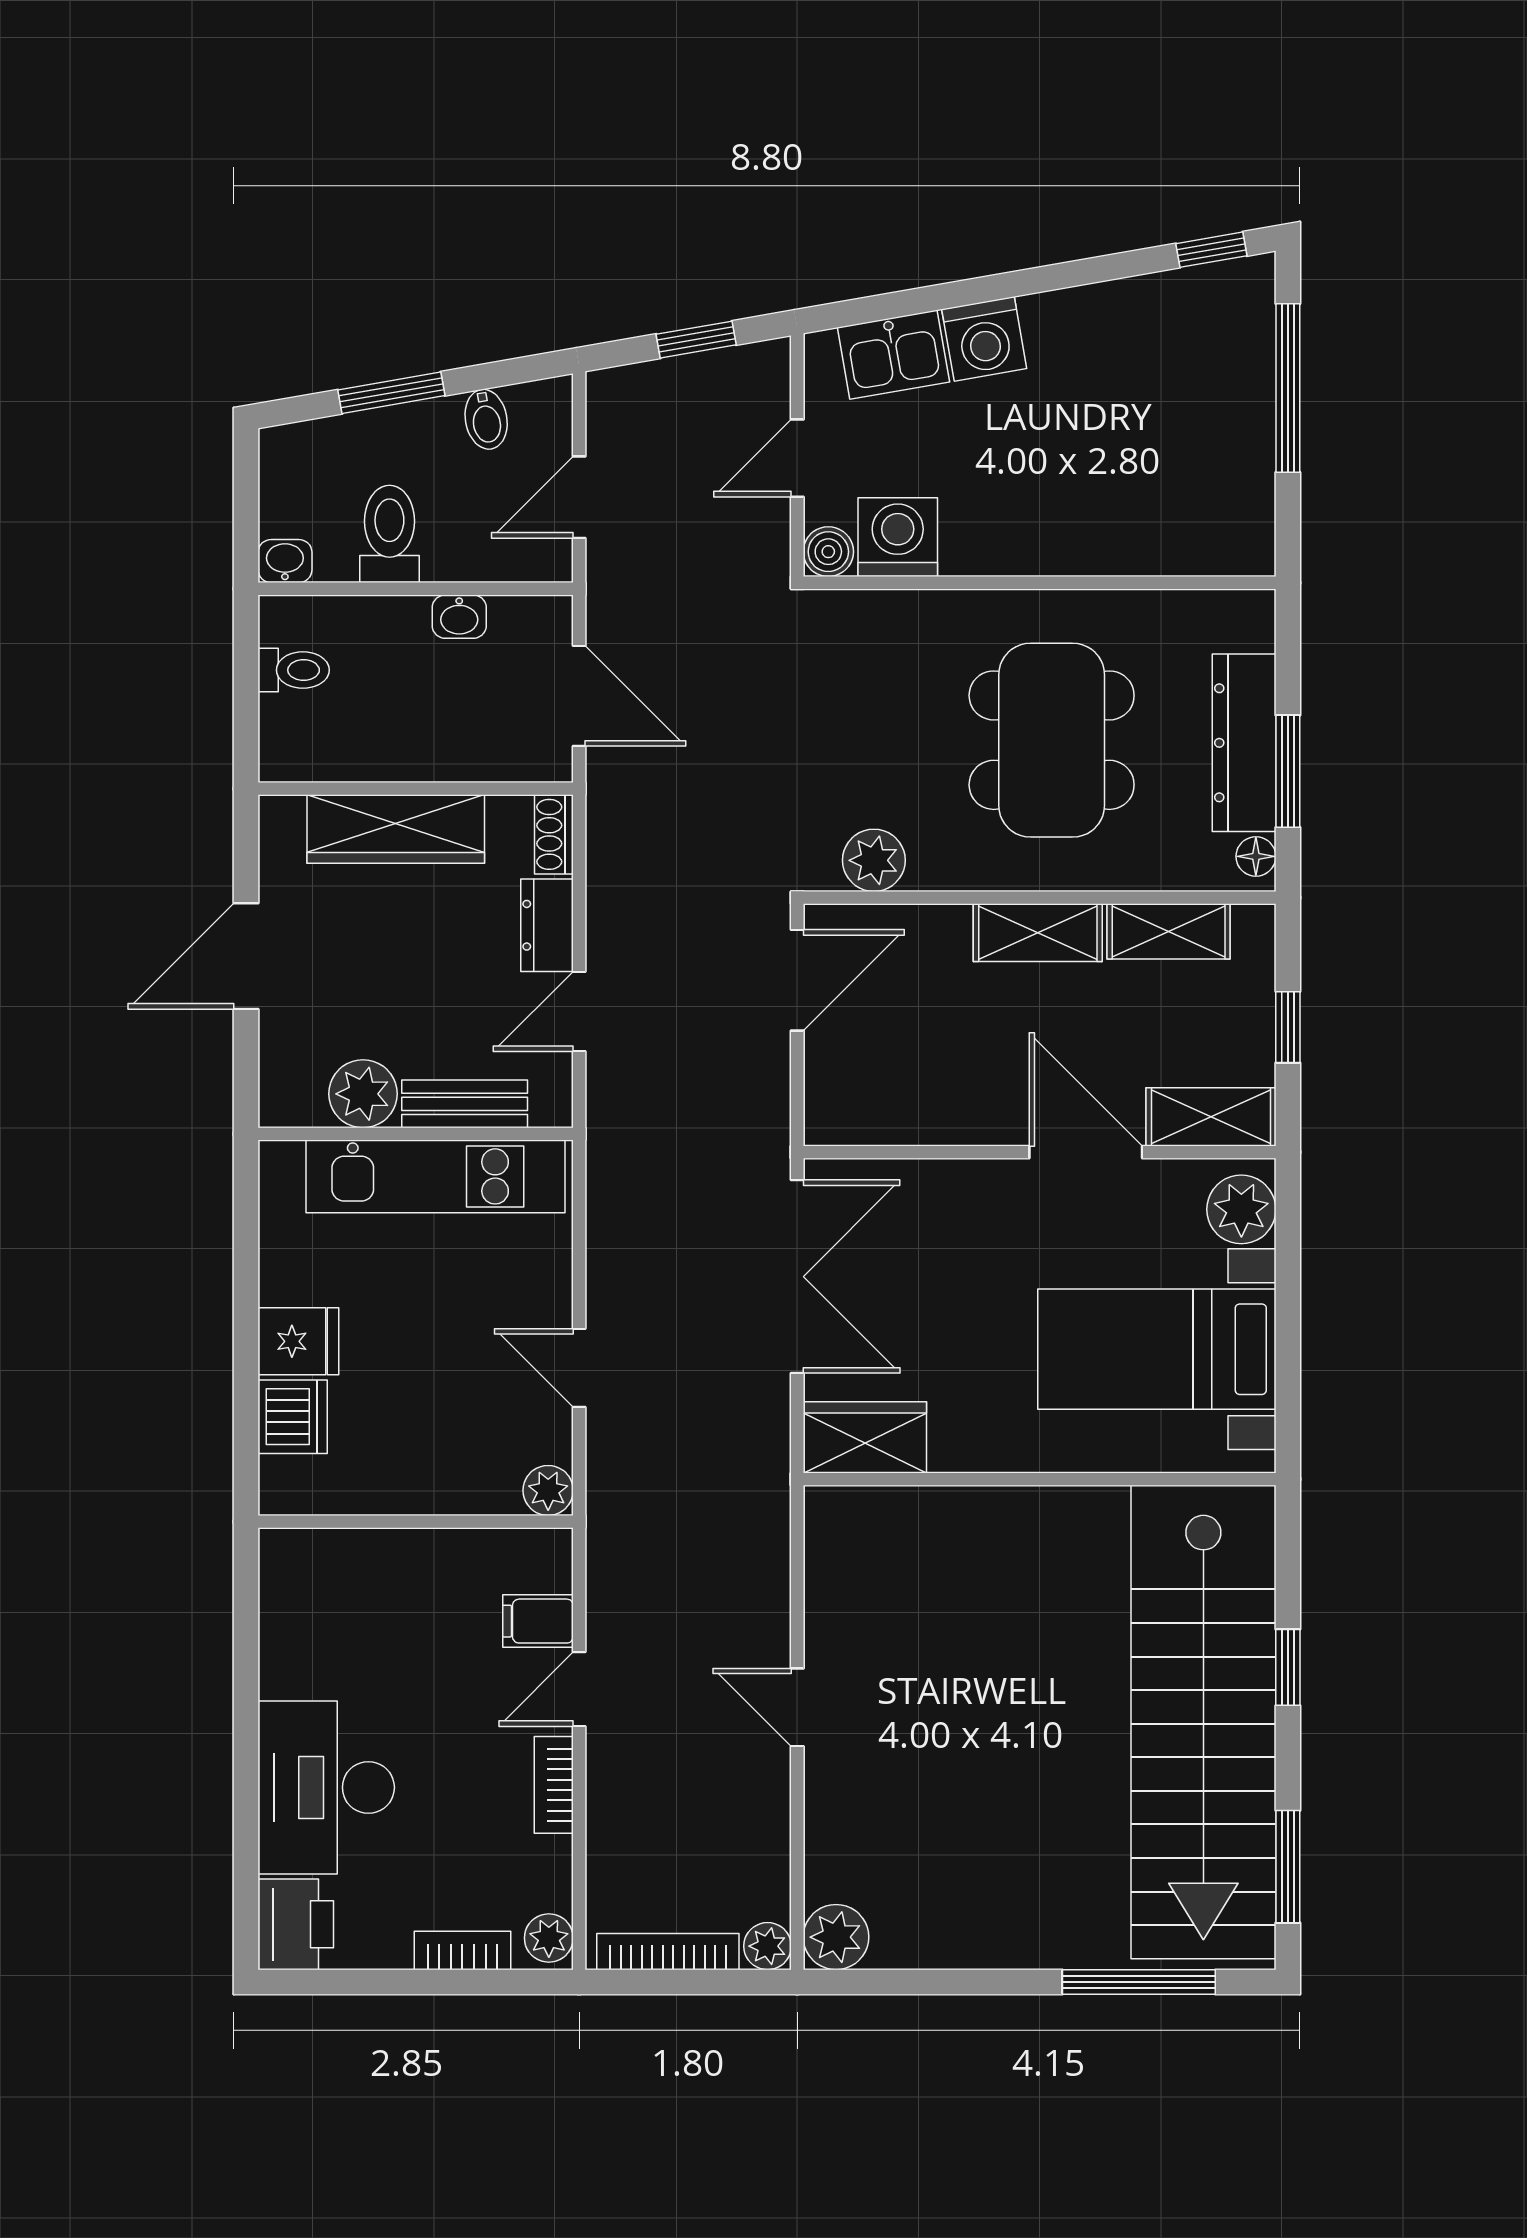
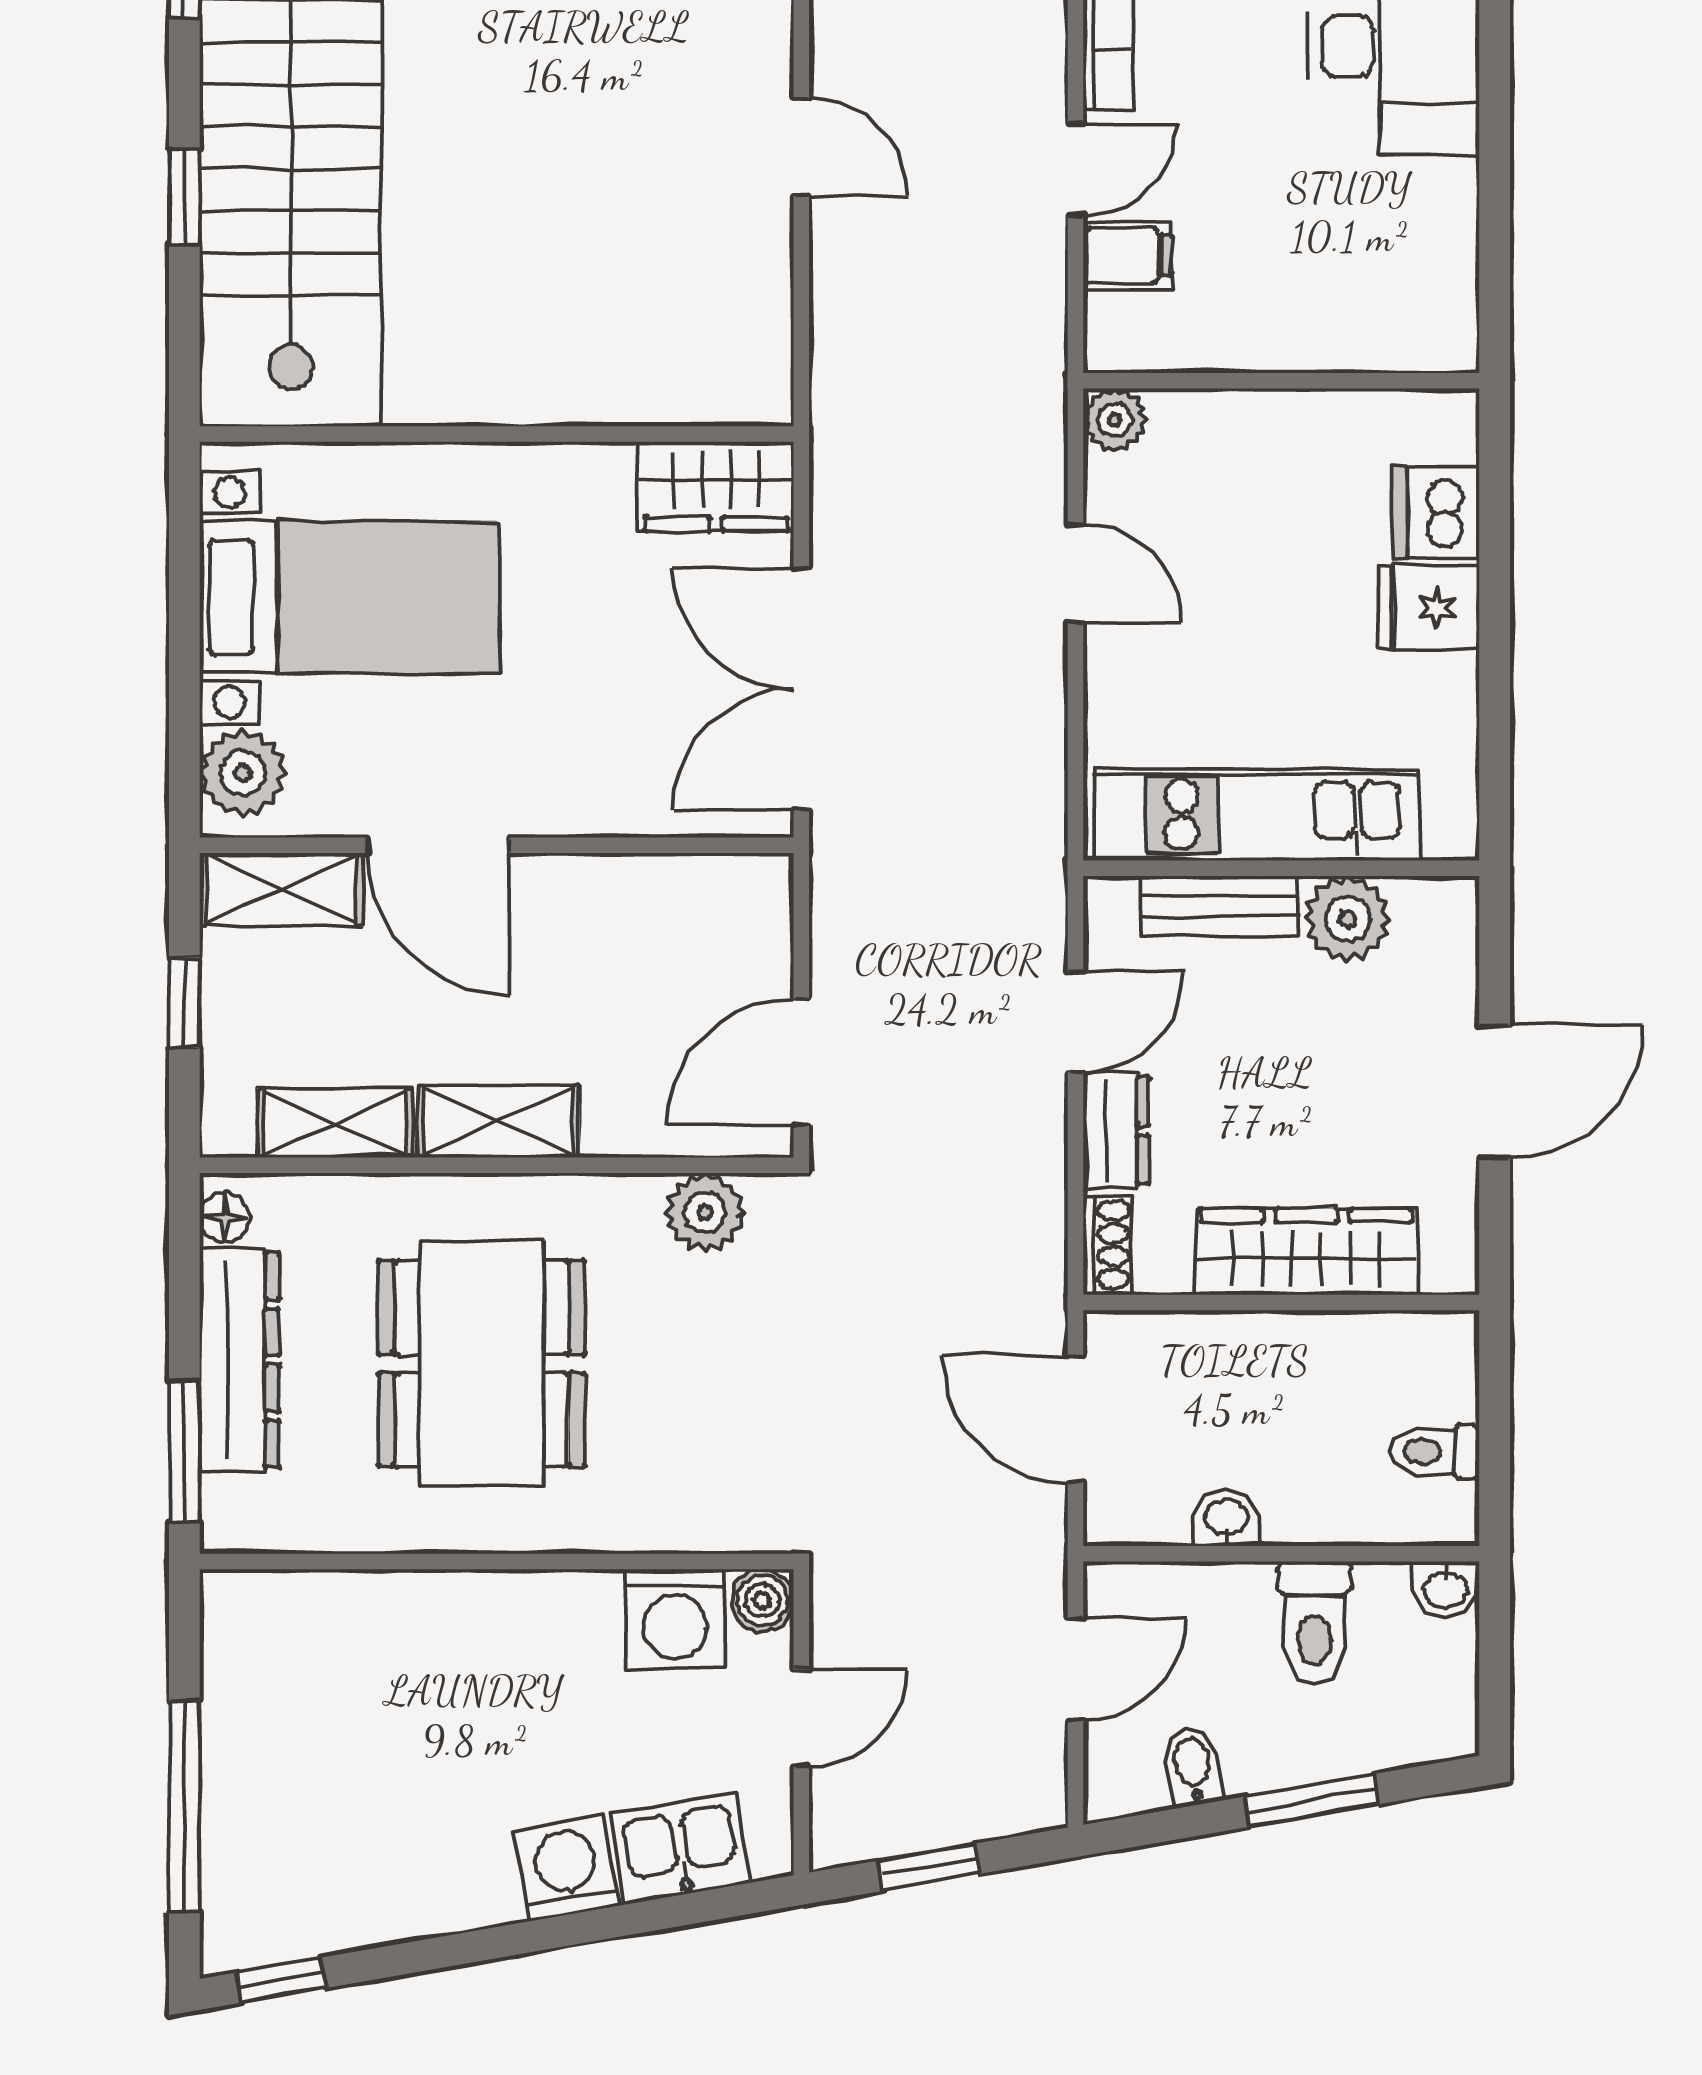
window: (1288, 771) -> (184, 1451), moved

